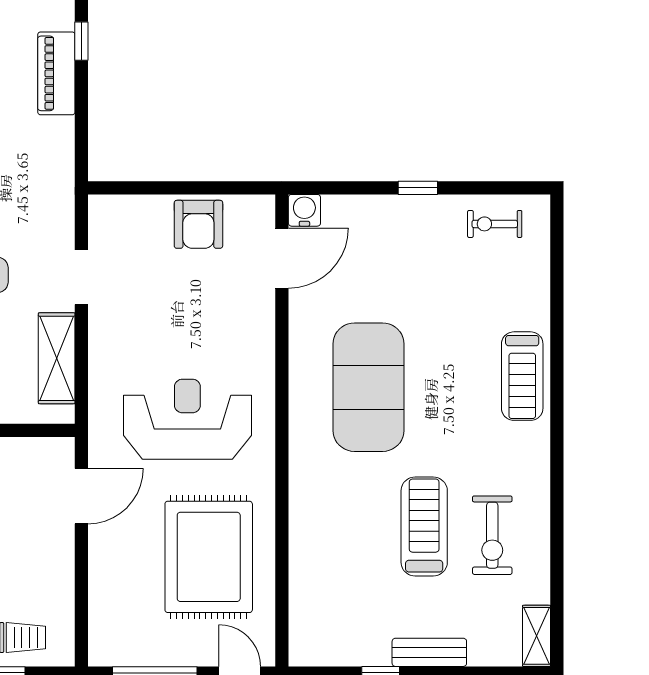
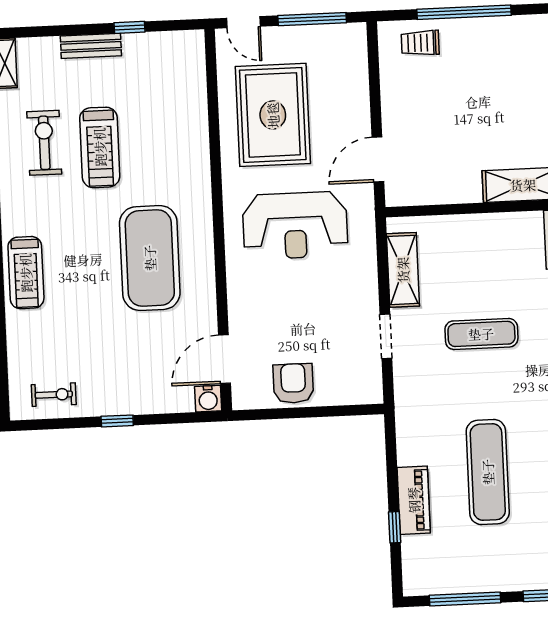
treadmill: (522, 376) -> (26, 273), turned 180

